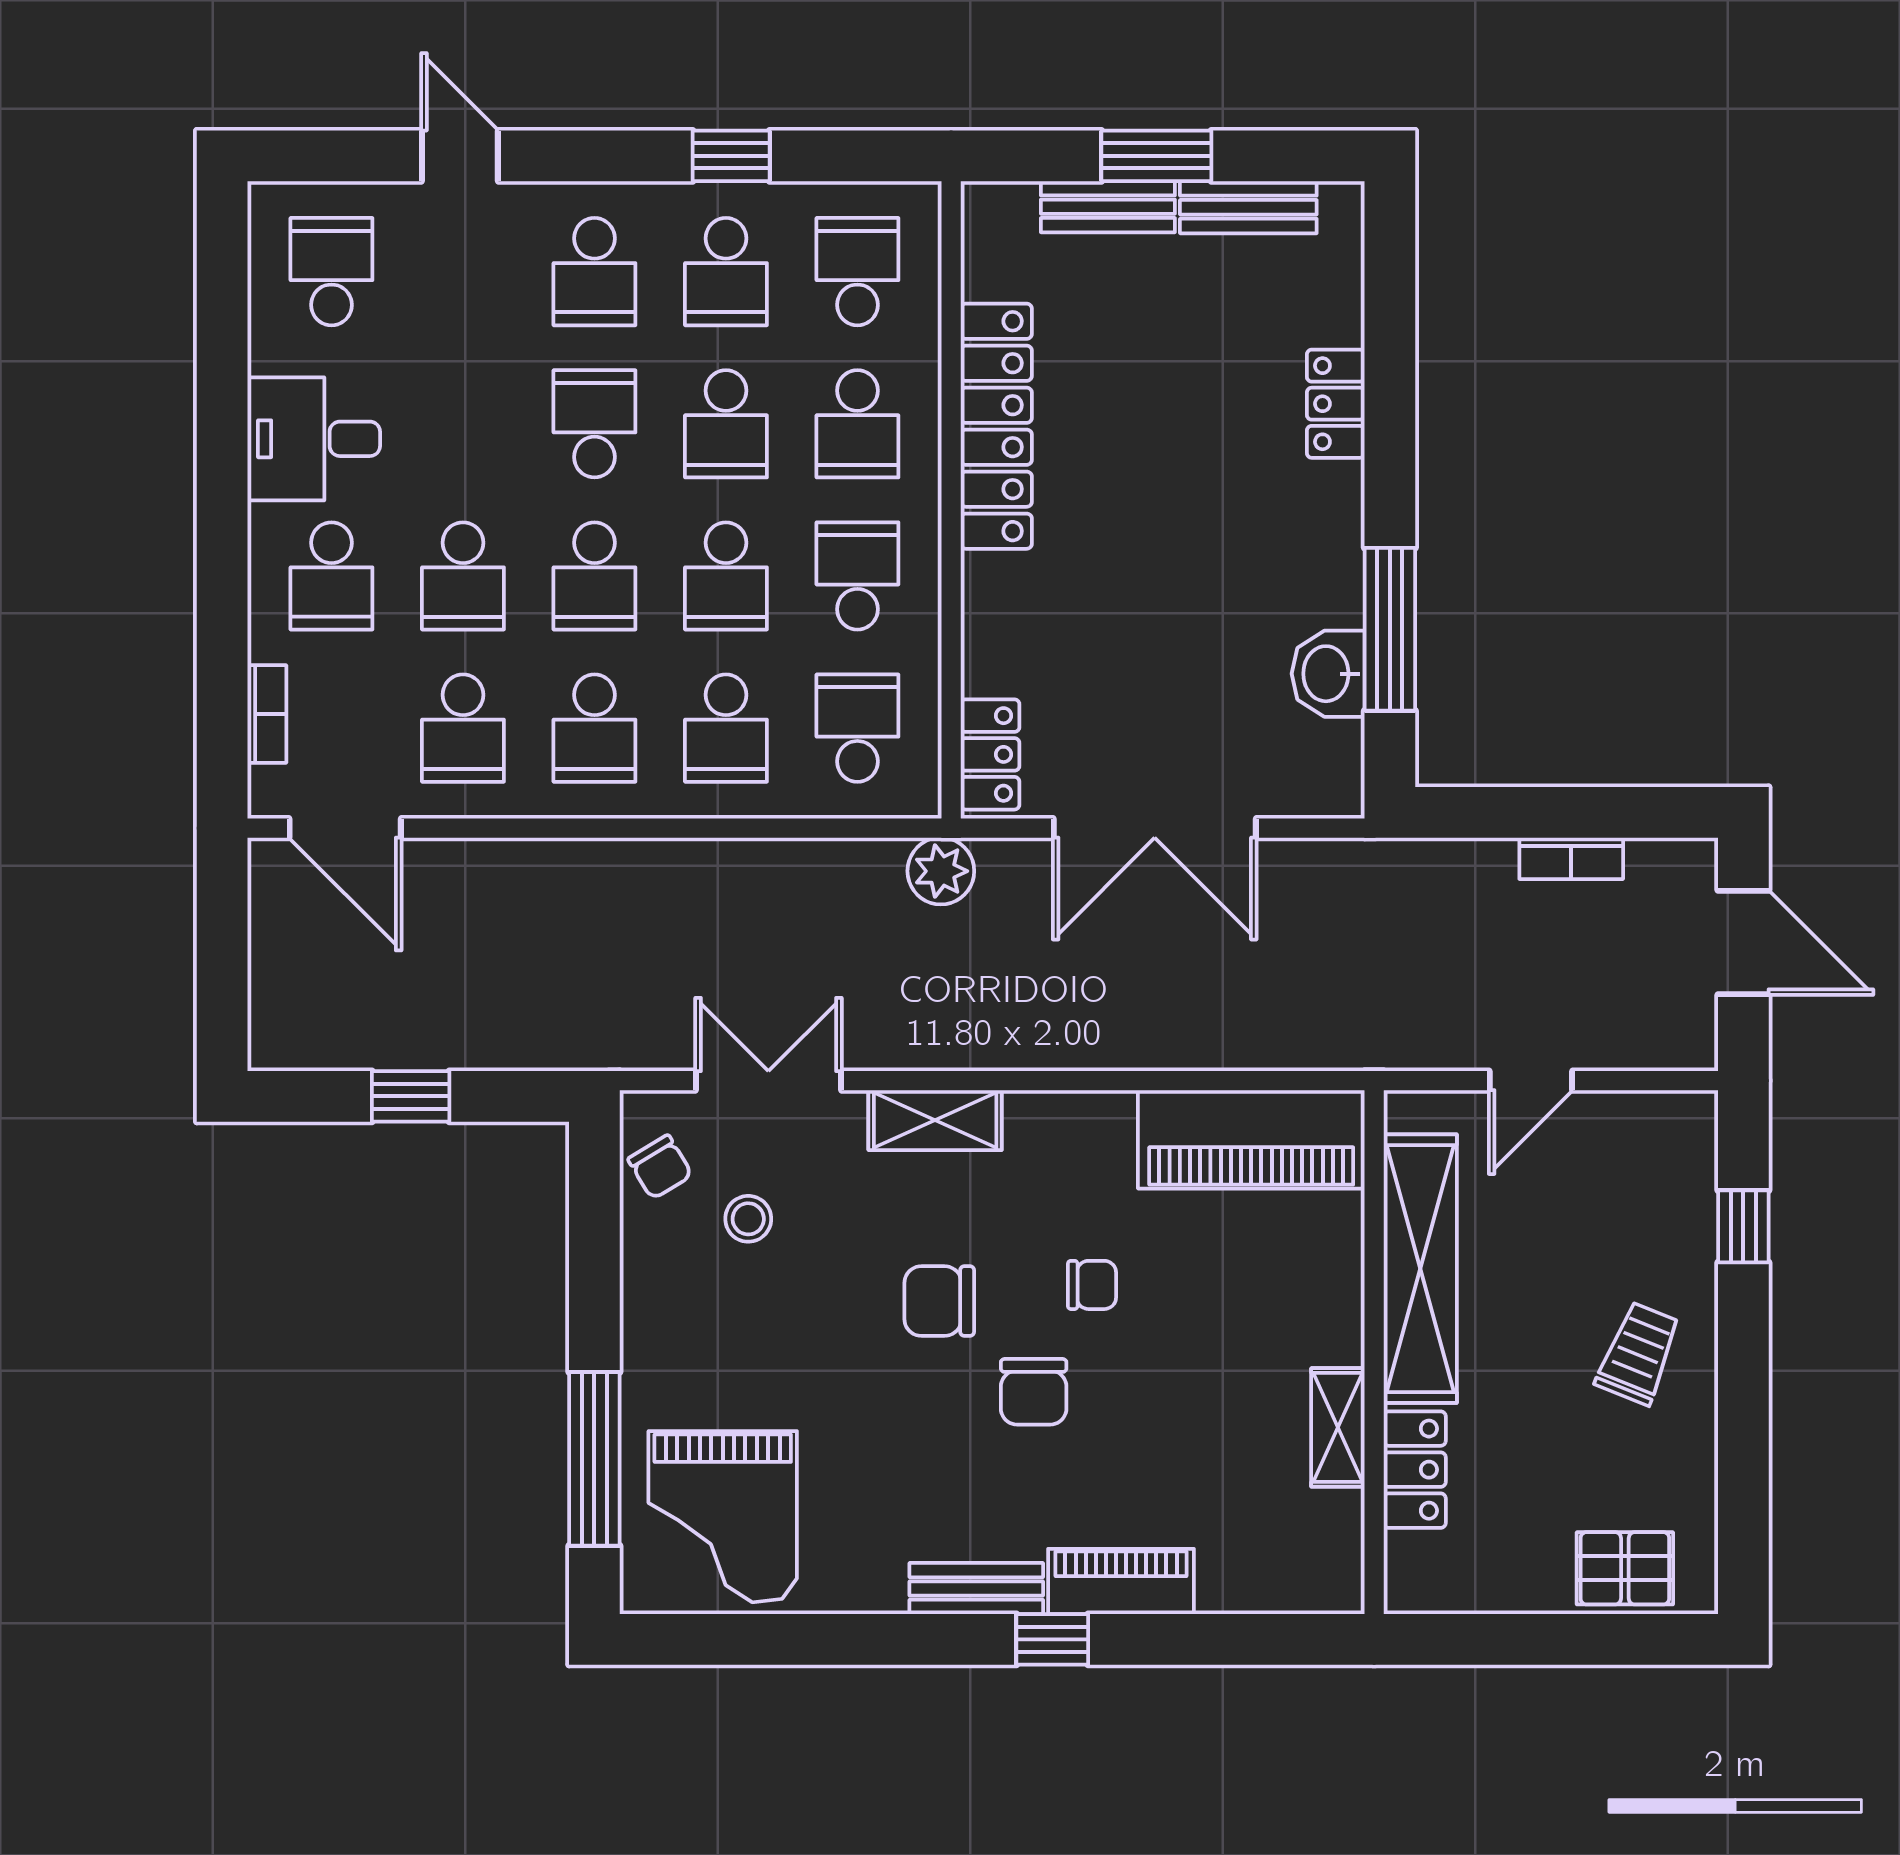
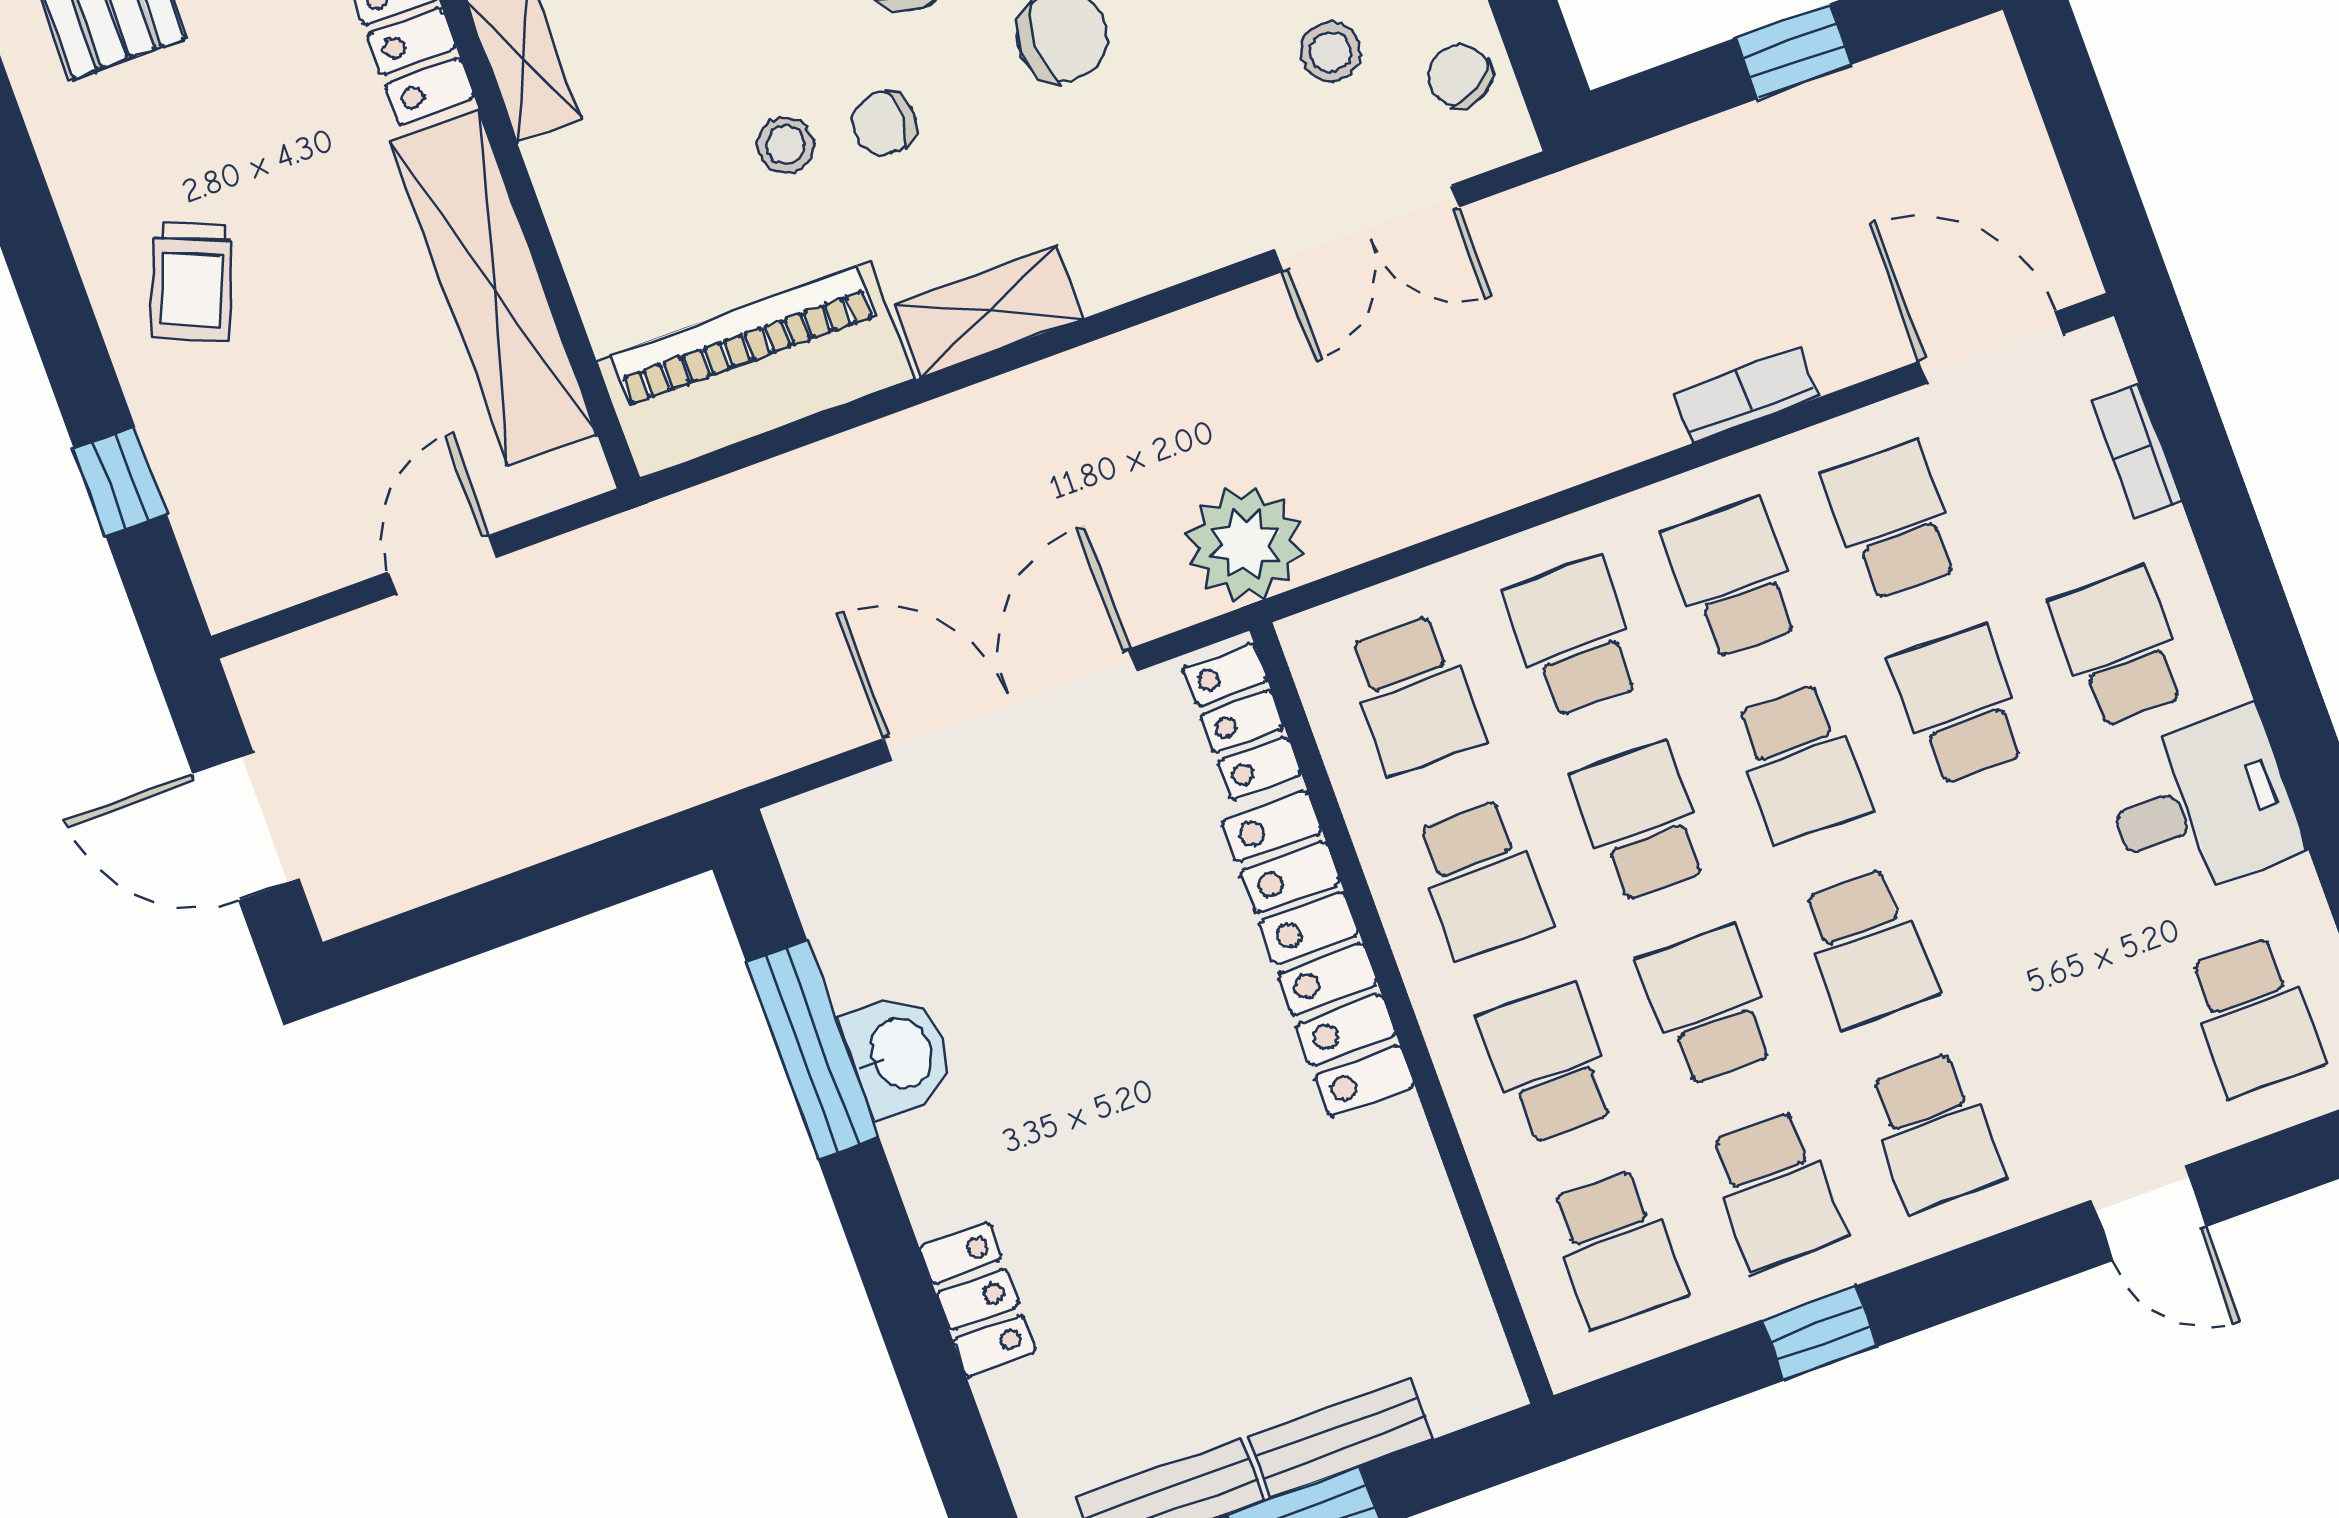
school desk: (594, 272) -> (1935, 1132), turned 180
school desk: (726, 272) -> (1775, 1190), turned 180
locker: (996, 426) -> (1318, 954), moved
school desk: (594, 576) -> (1800, 763), turned 180
washbasin: (1328, 674) -> (899, 1054), moved
bookcase: (1571, 858) -> (1746, 395), moved
plant: (941, 871) -> (1245, 544), width x1.36, depth x1.36
shelving: (935, 1120) -> (988, 312), moved
stool: (1170, 1295) -> (786, 145), added

